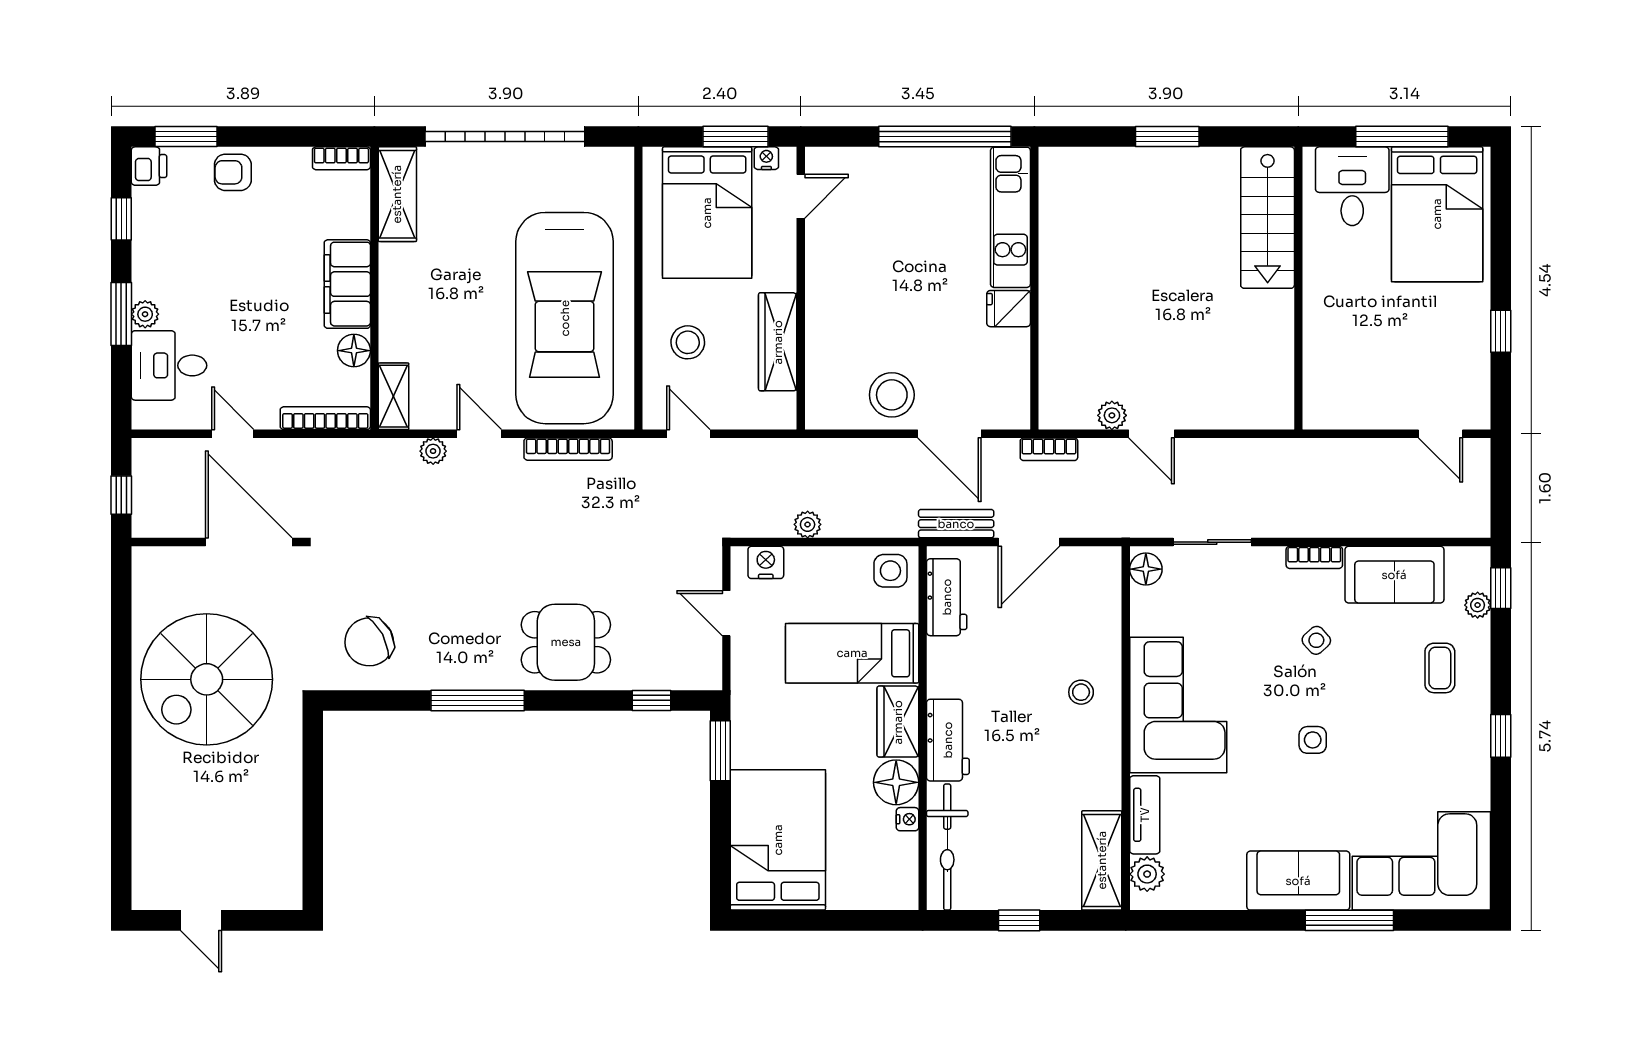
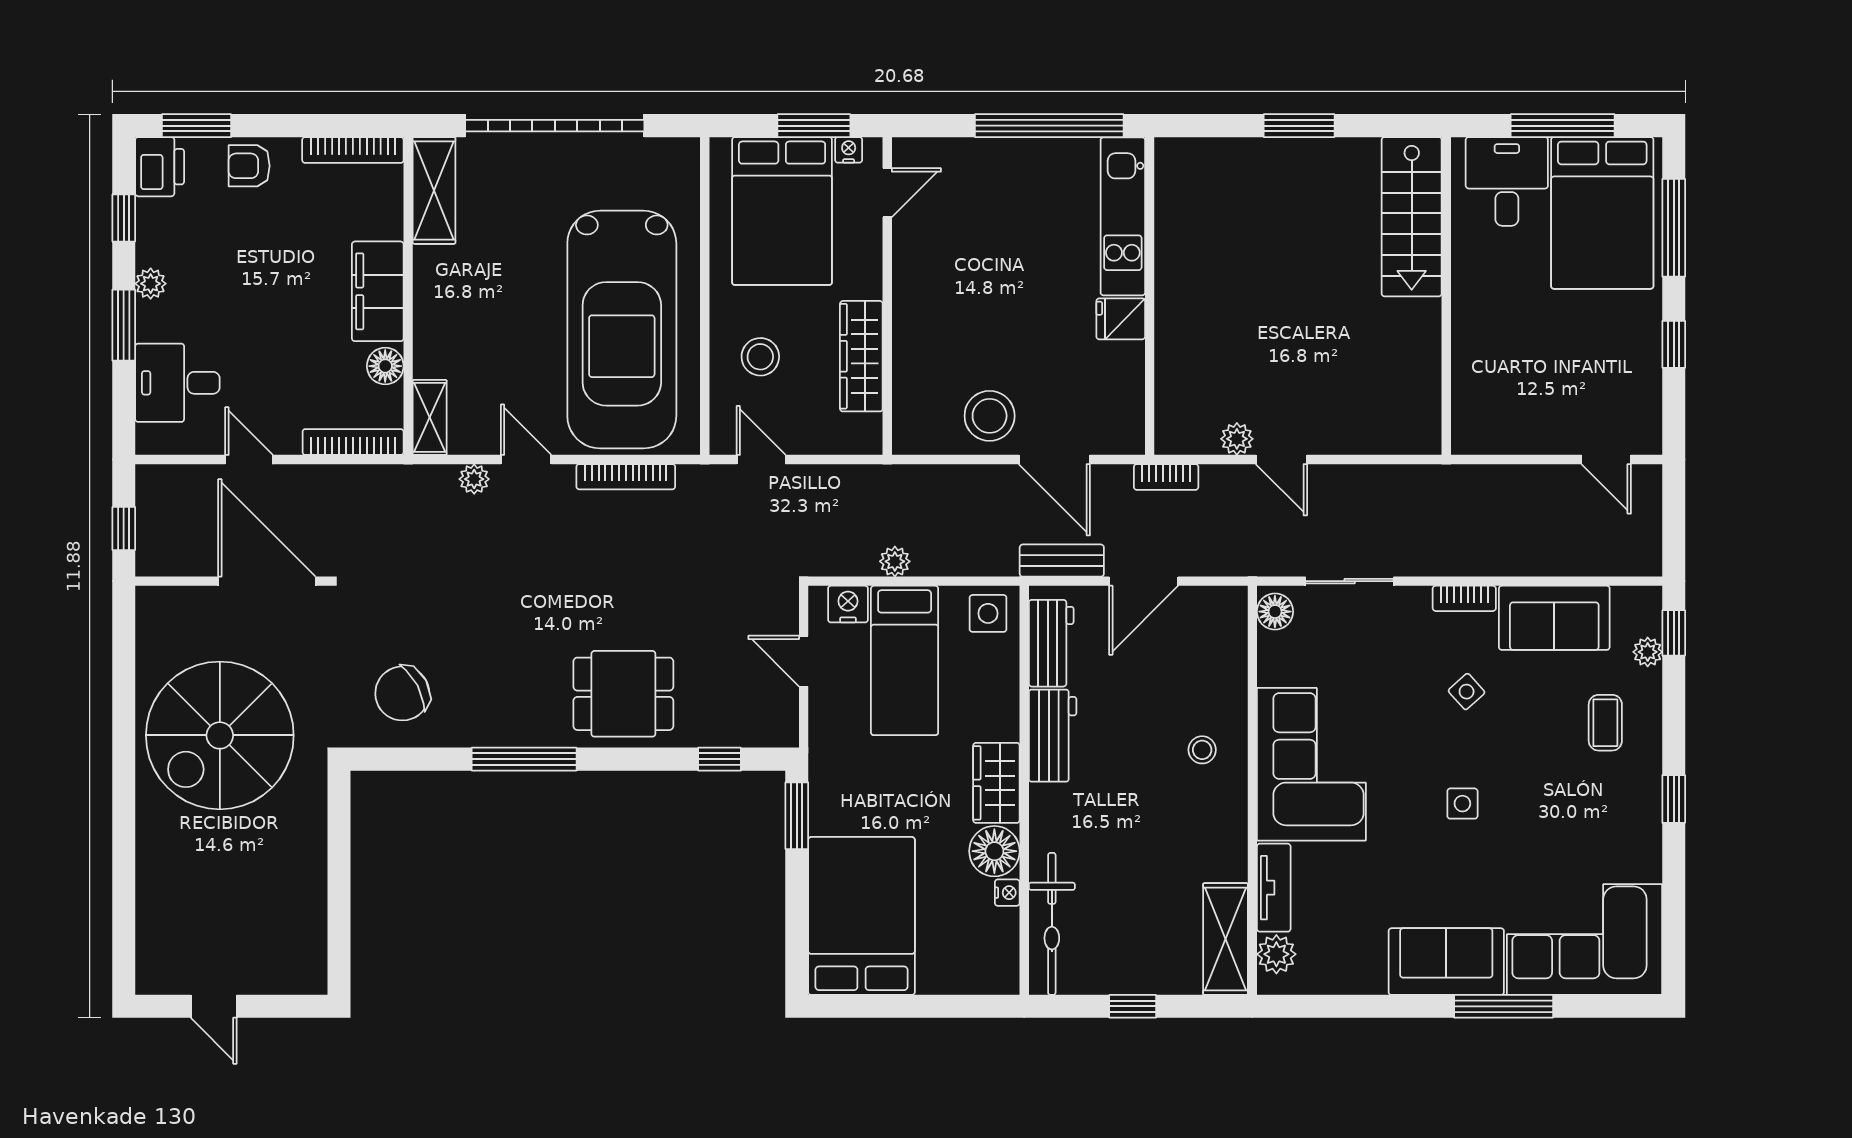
bookcase: (341, 158) -> (353, 150), width x1.56
printer: (149, 166) -> (160, 167), width x1.36, depth x1.24
window: (1501, 227) -> (1674, 228), added
plant: (145, 314) -> (151, 284), moved
bed: (852, 653) -> (905, 660), moved, turned -90
workbench: (948, 740) -> (1053, 736), moved

